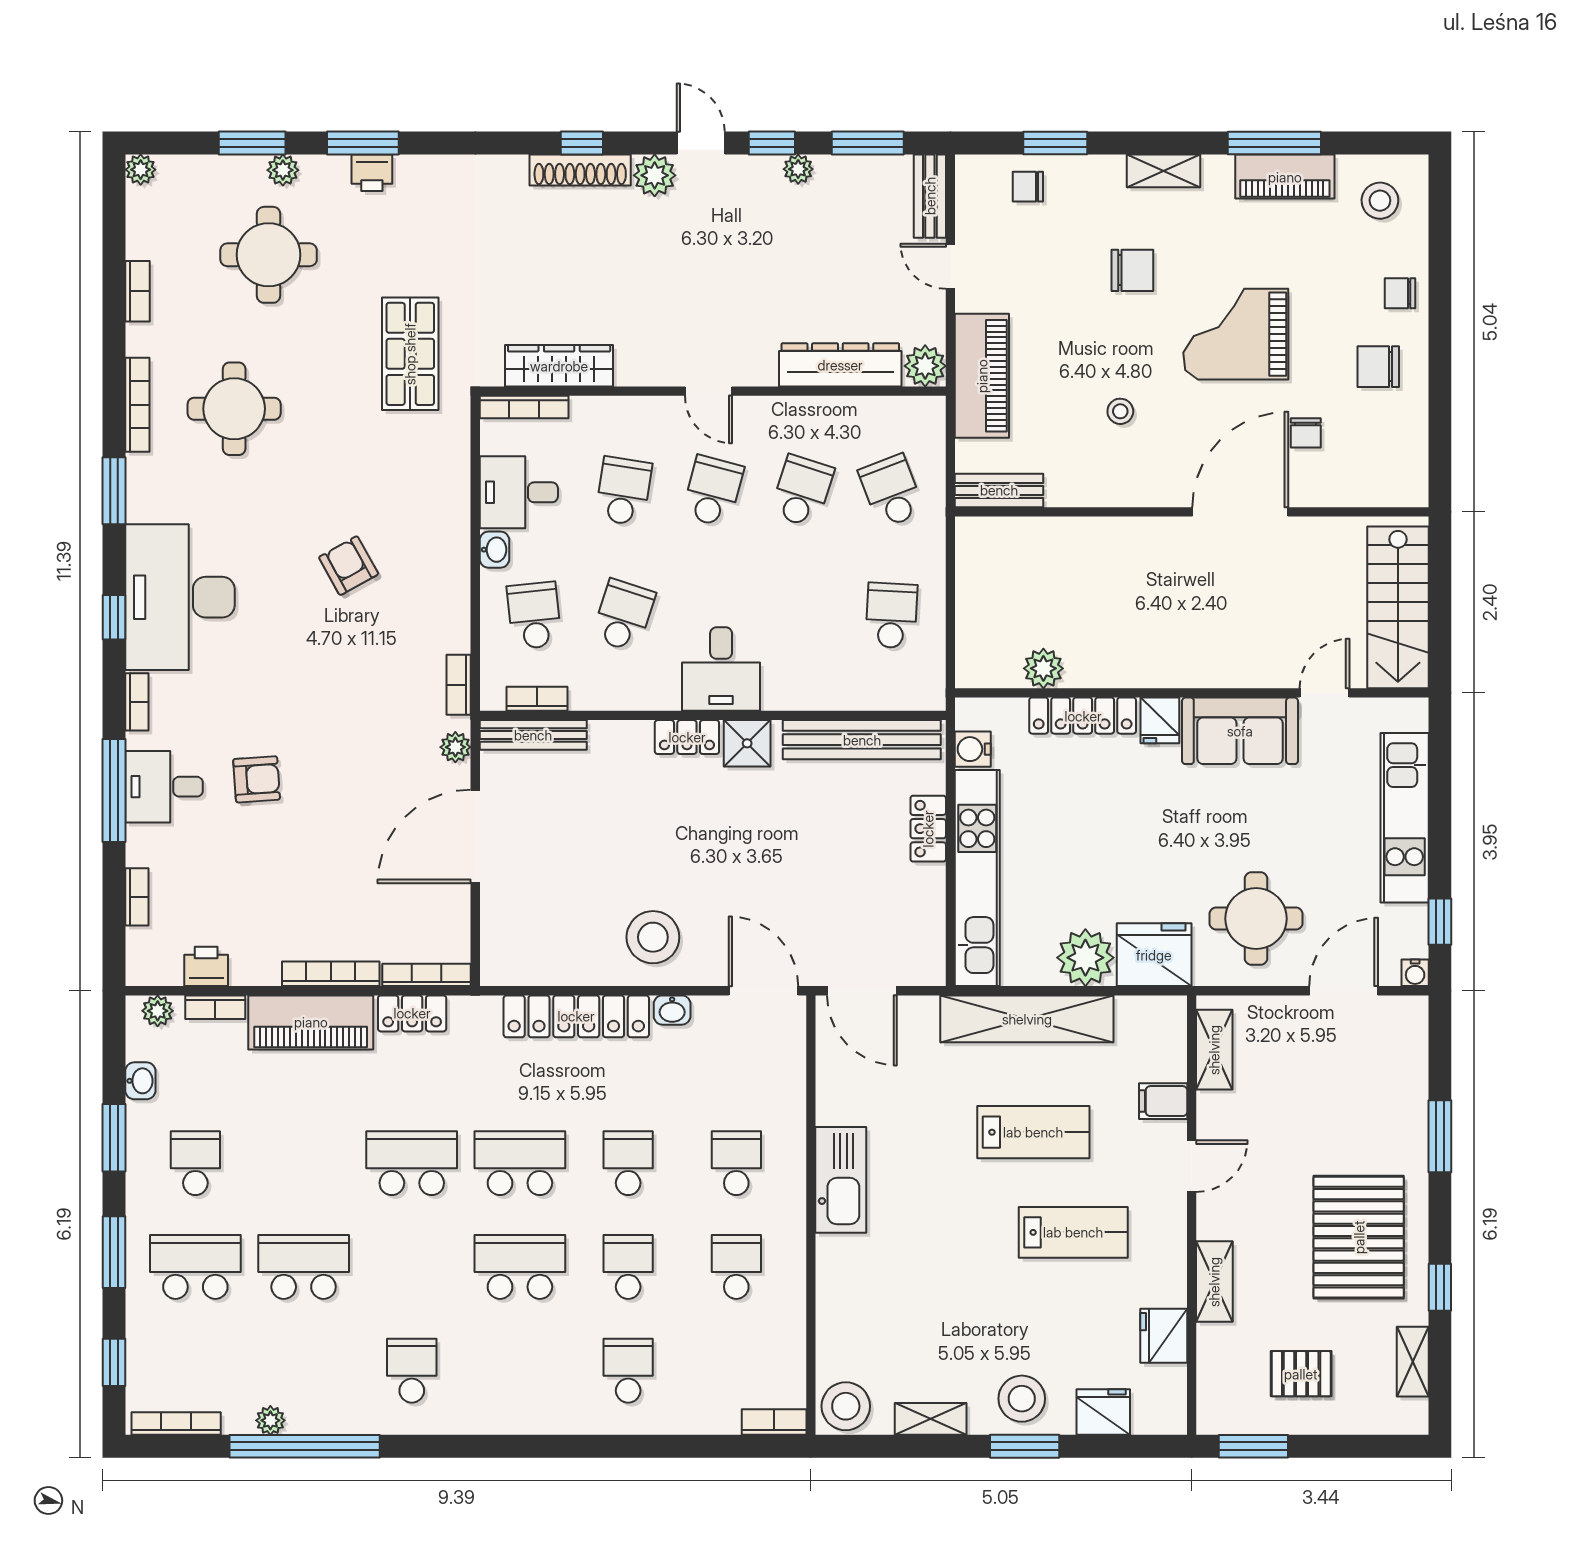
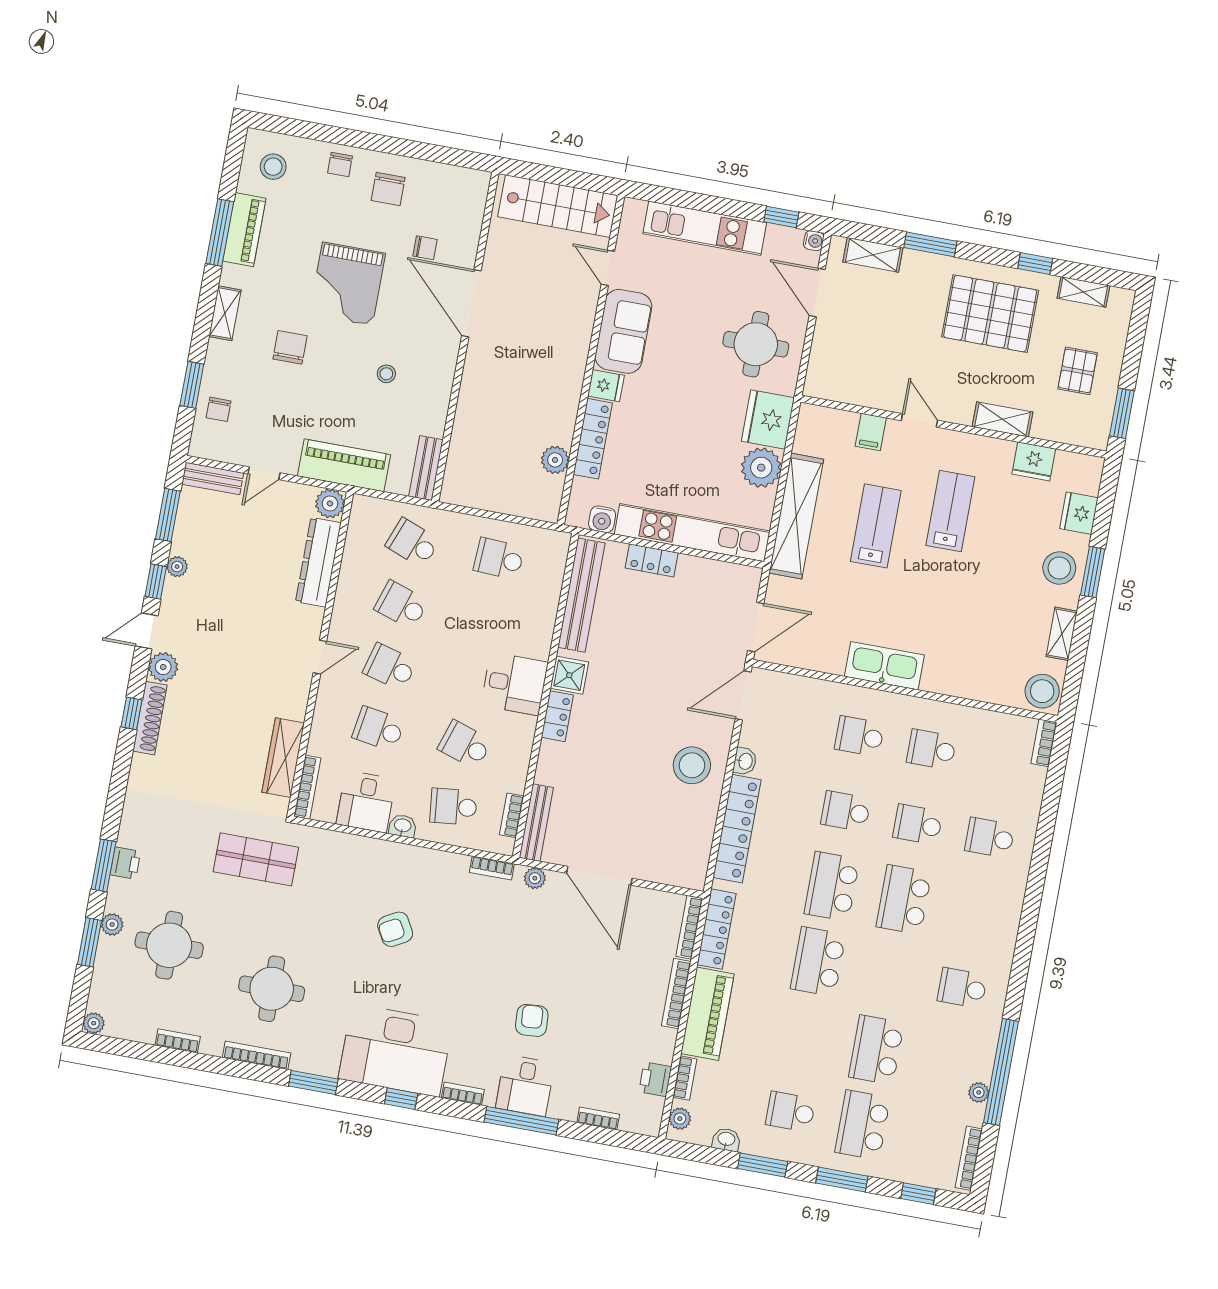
school desk: (891, 491) -> (413, 543), turned 42
locker: (412, 1013) -> (717, 929), width x1.53
shelving: (1214, 1050) -> (873, 255), moved

